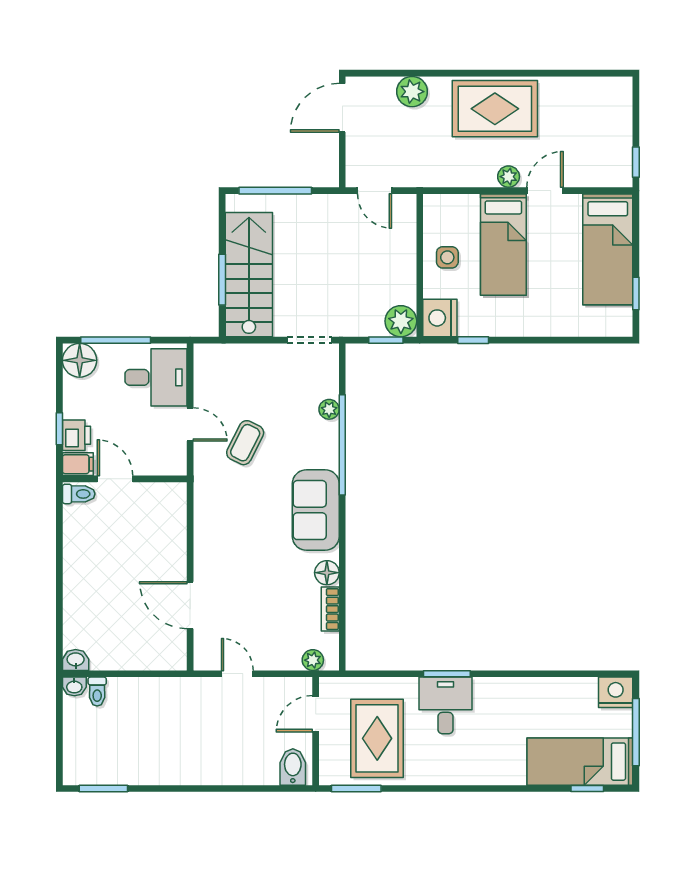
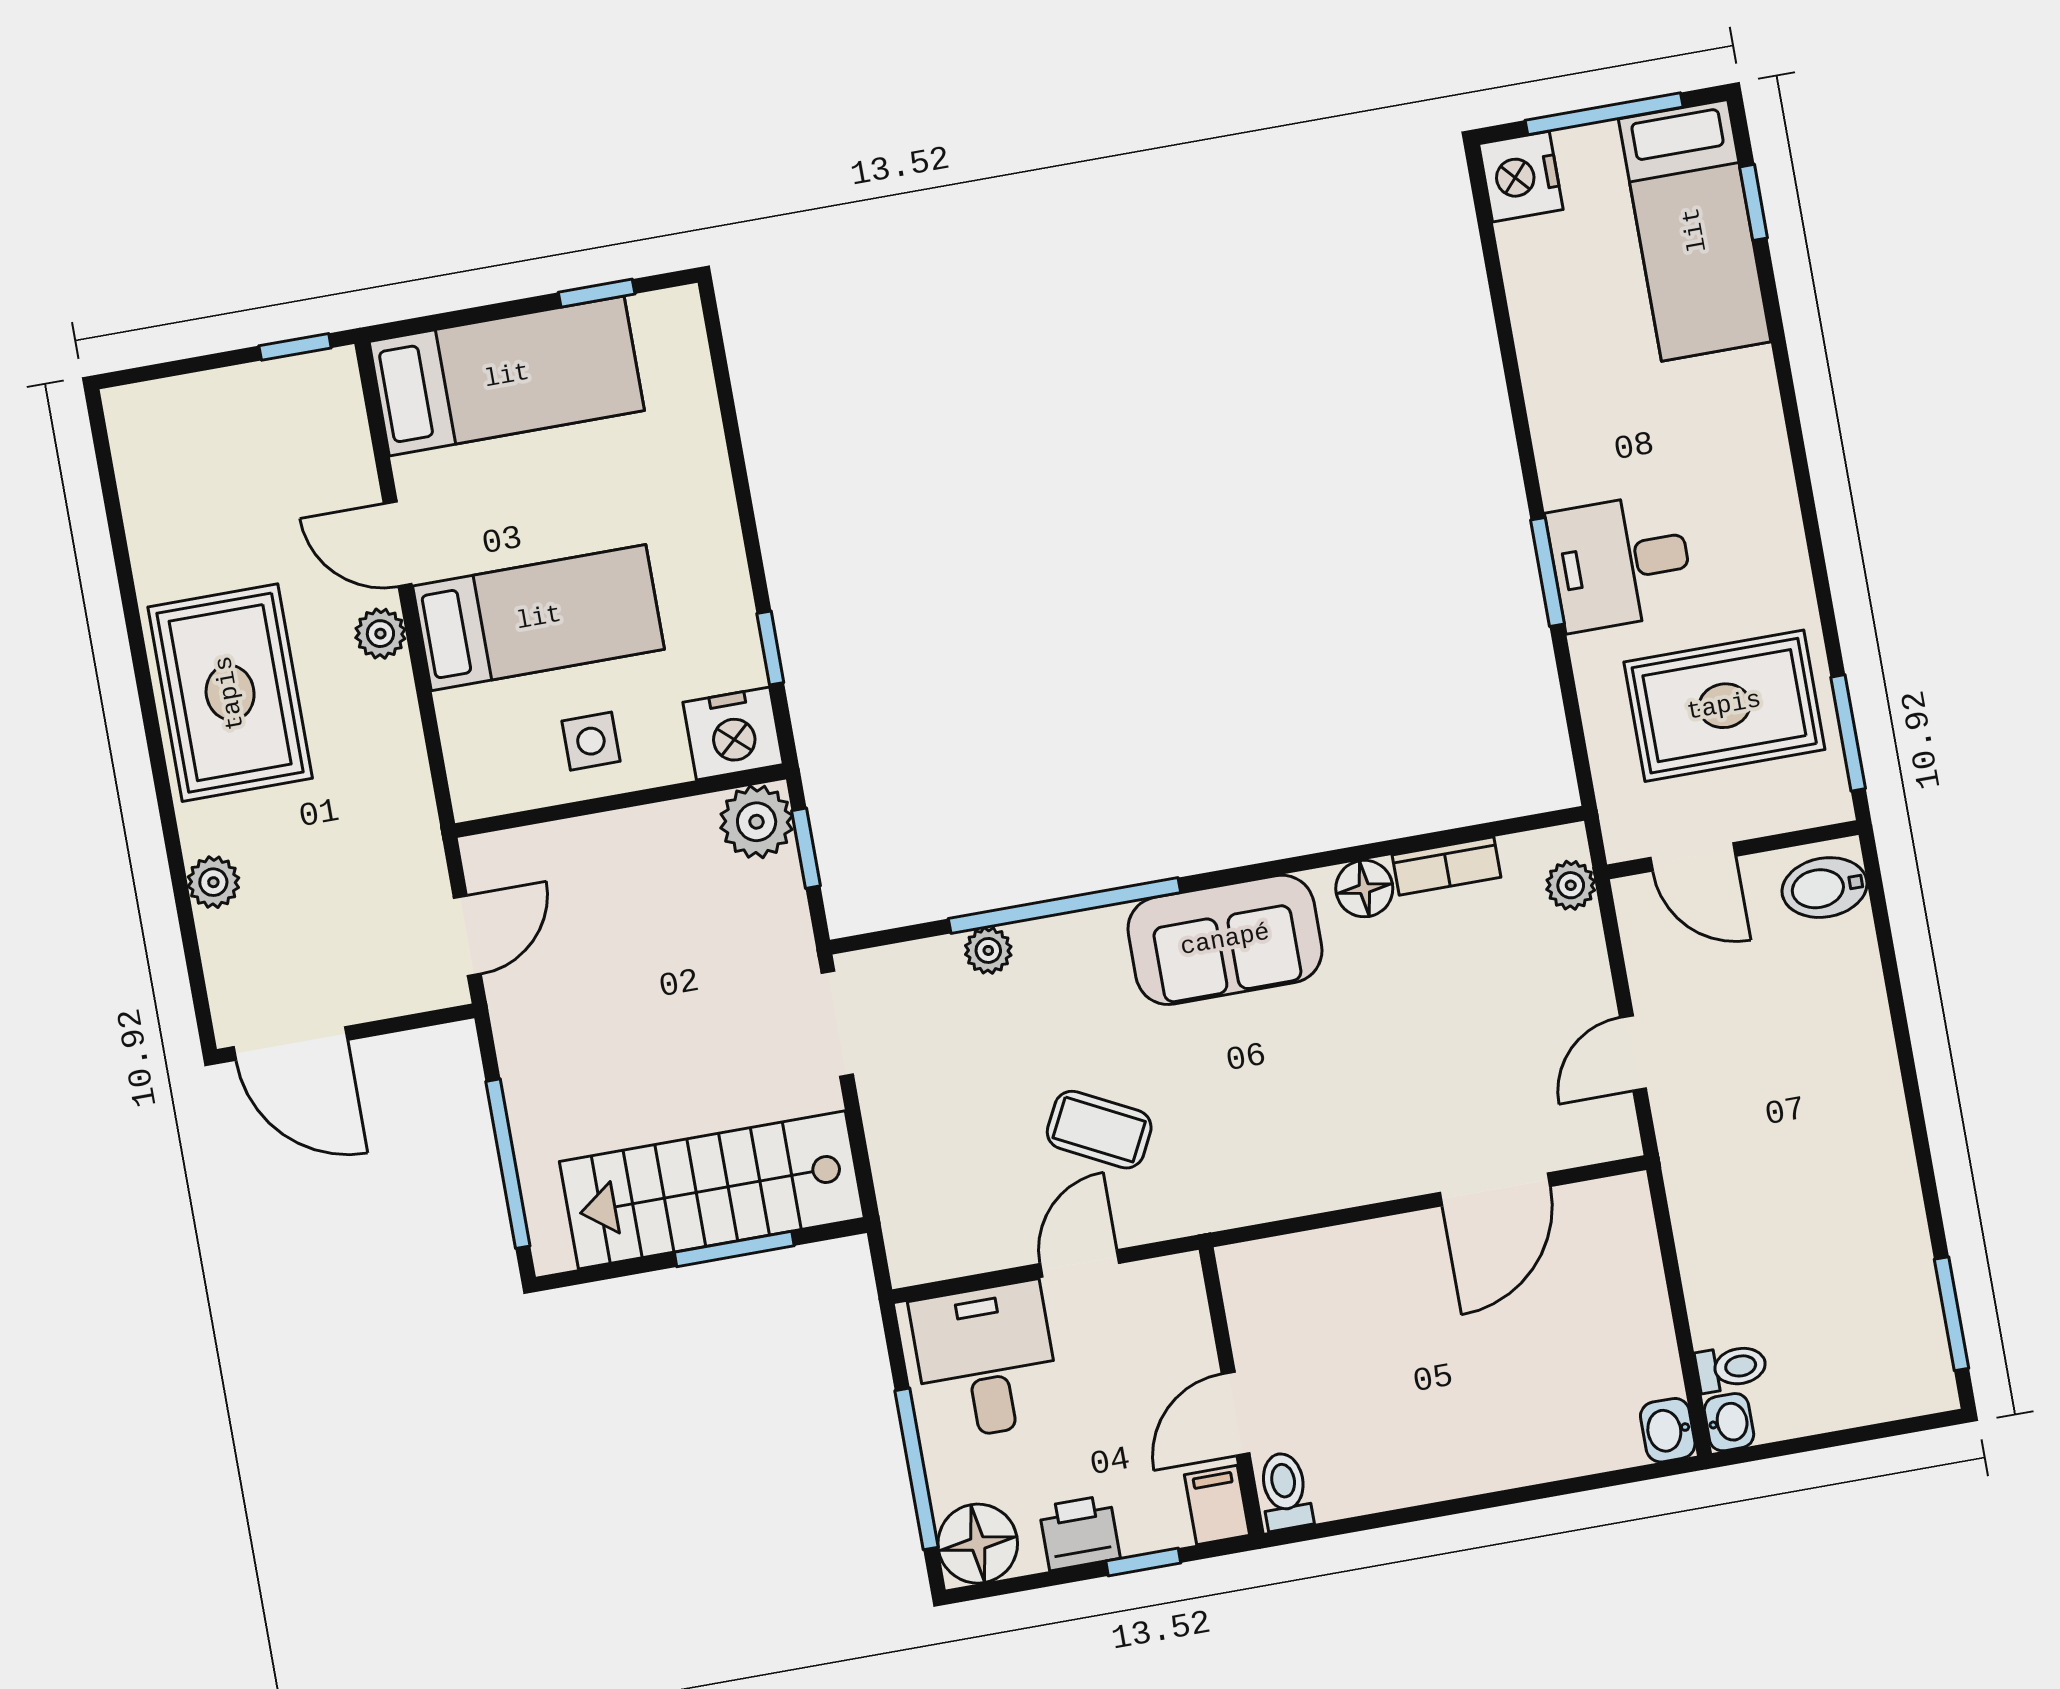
plant: (412, 92) -> (213, 882), width x0.73, depth x0.73
printer: (76, 435) -> (1079, 1533), moved

